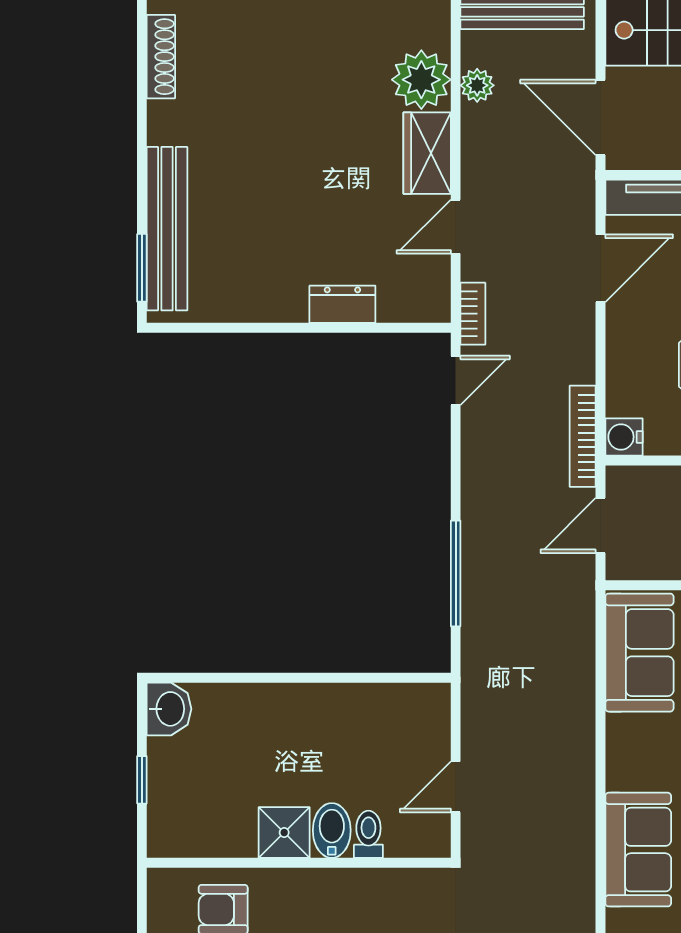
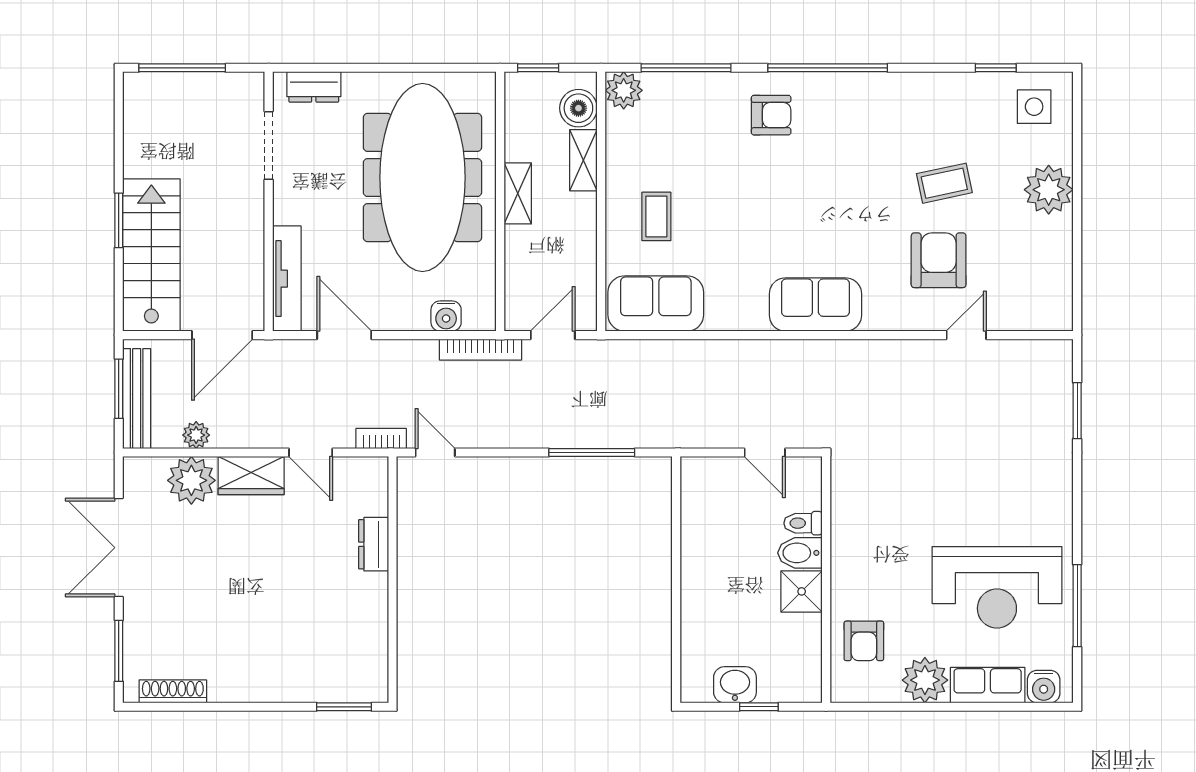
bench: (167, 229) -> (312, 686), removed
water cooler: (624, 437) -> (446, 316), moved
door: (600, 525) -> (553, 335), swing flipped
washbasin: (169, 709) -> (735, 685), moved

